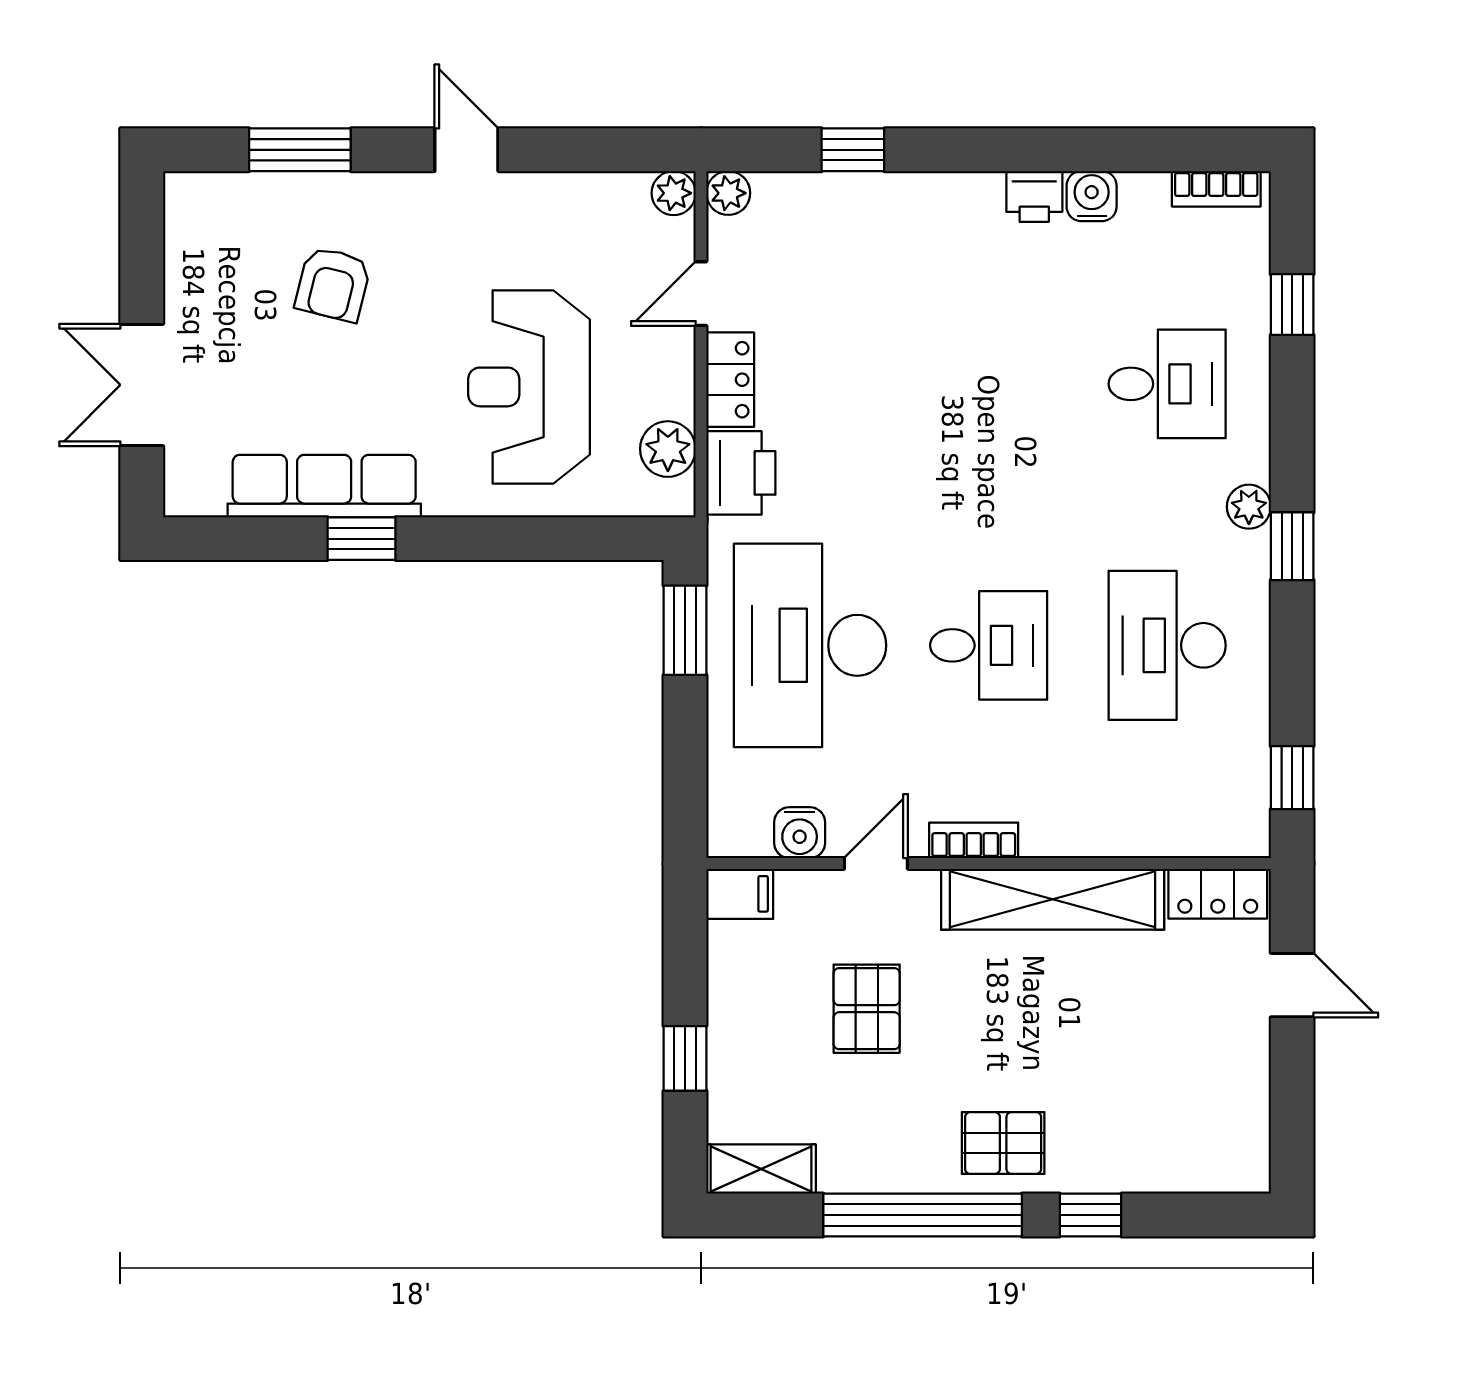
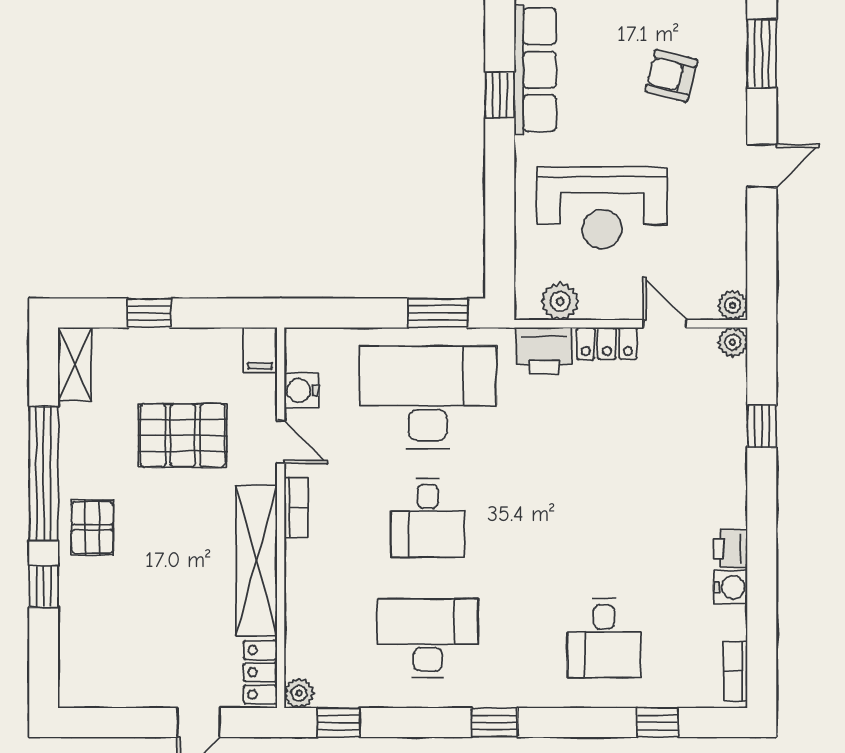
reception desk: (529, 387) -> (602, 208), turned 180
plant: (1249, 507) -> (299, 693), moved
pallet: (867, 1009) -> (183, 435), width x1.50, depth x1.42

